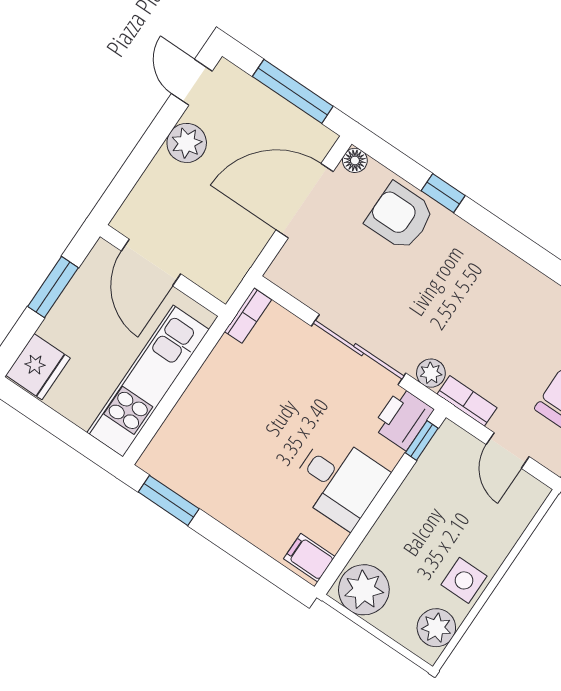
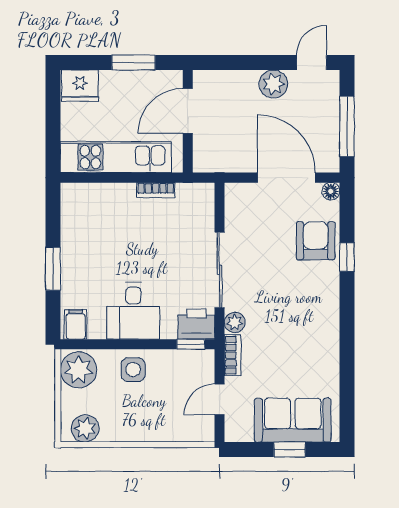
bookcase: (248, 316) -> (156, 190), moved
window: (169, 500) -> (53, 269), moved
side table: (464, 580) -> (133, 370), moved

